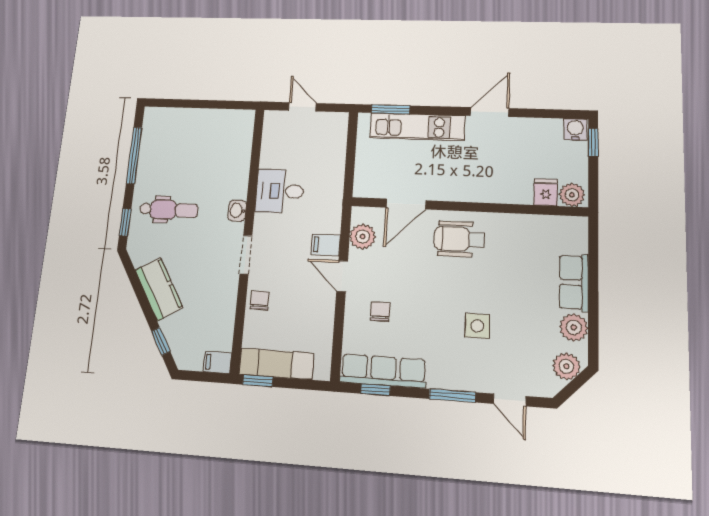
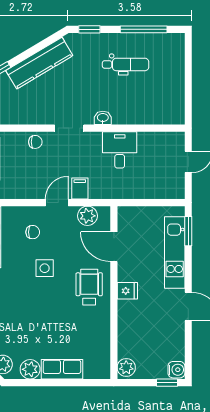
fridge: (546, 192) -> (127, 291), moved
dental chair: (169, 210) -> (125, 64), moved, turned -90
kitchen counter: (159, 289) -> (39, 63), width x1.50
side table: (477, 326) -> (45, 268), moved

